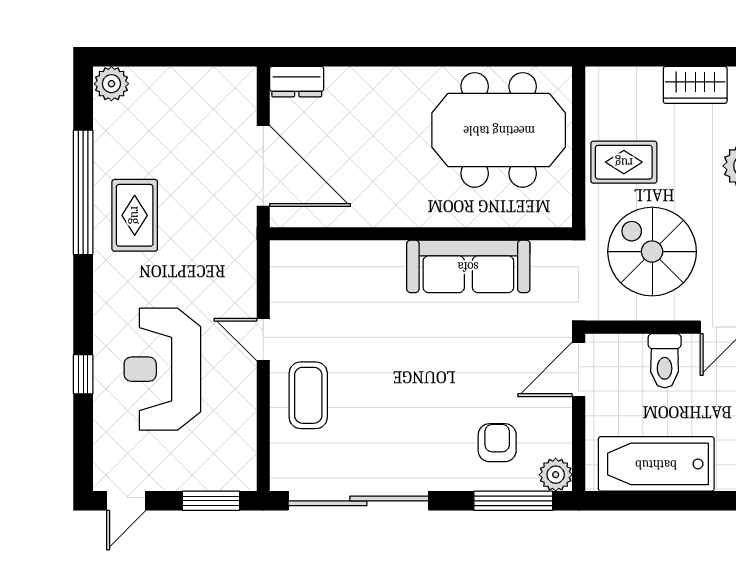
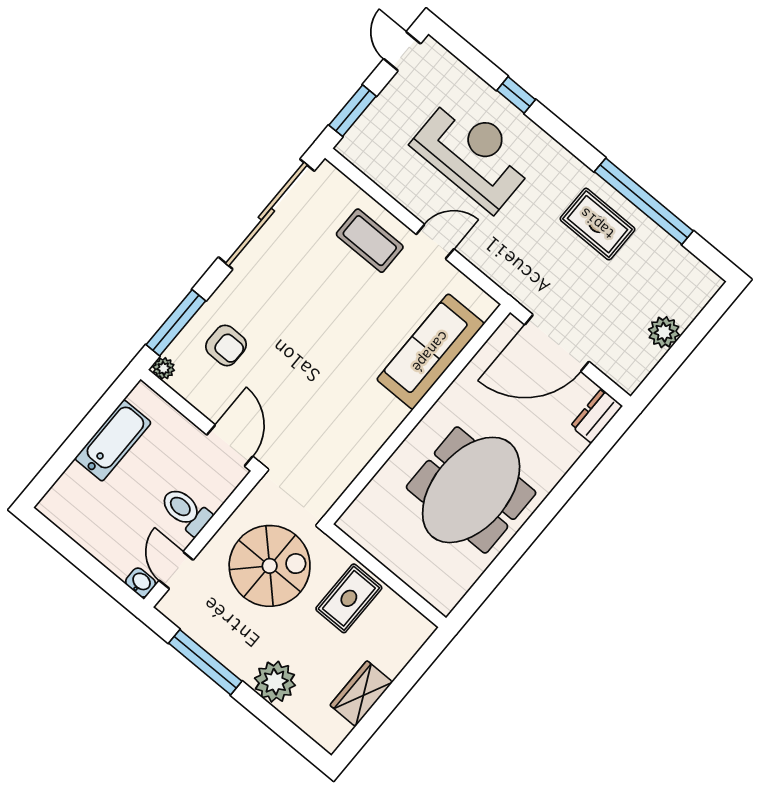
plant: (111, 84) -> (664, 332), moved
meeting table: (499, 130) -> (471, 490), moved
sofa: (468, 266) -> (431, 352), moved
bathtub: (656, 464) -> (113, 440), width x0.73, depth x0.73
plant: (556, 475) -> (164, 368), width x0.73, depth x0.73

